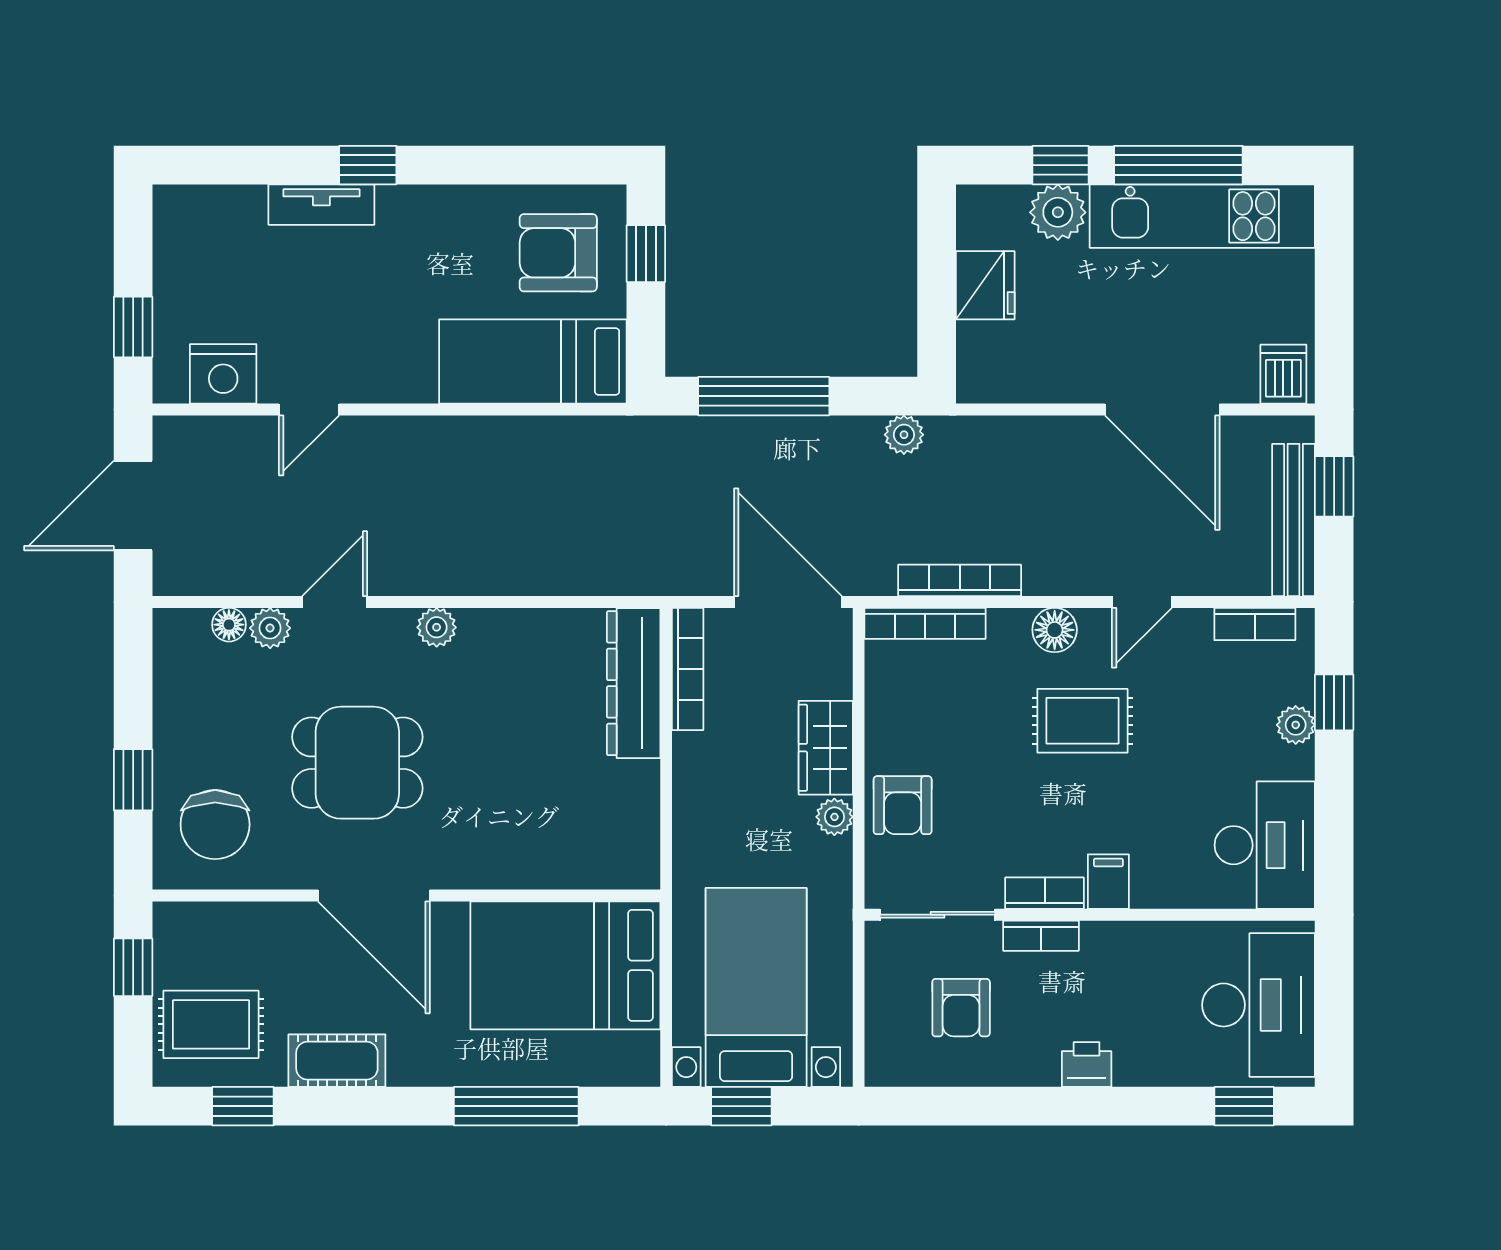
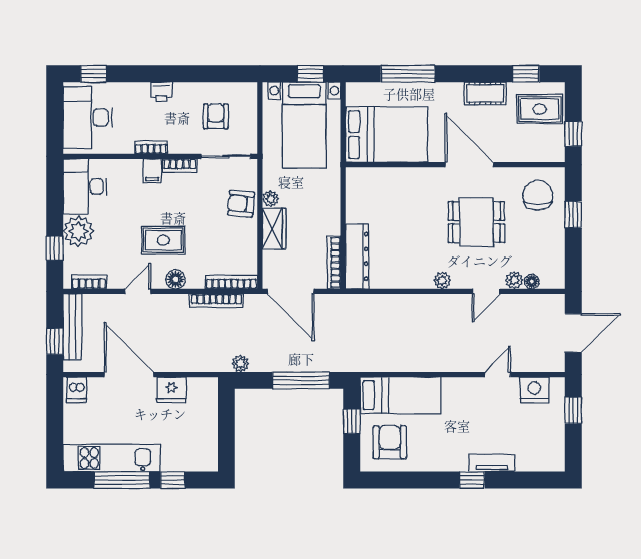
plant: (1058, 212) -> (174, 460), removed
armchair: (558, 253) -> (390, 442), turned -90
window: (646, 254) -> (352, 421), moved
fridge: (985, 285) -> (171, 390), moved, turned -90
plant: (1296, 725) -> (79, 231), width x1.87, depth x1.87
armchair: (903, 805) -> (241, 204), turned -85
bookcase: (1041, 936) -> (151, 147), moved

